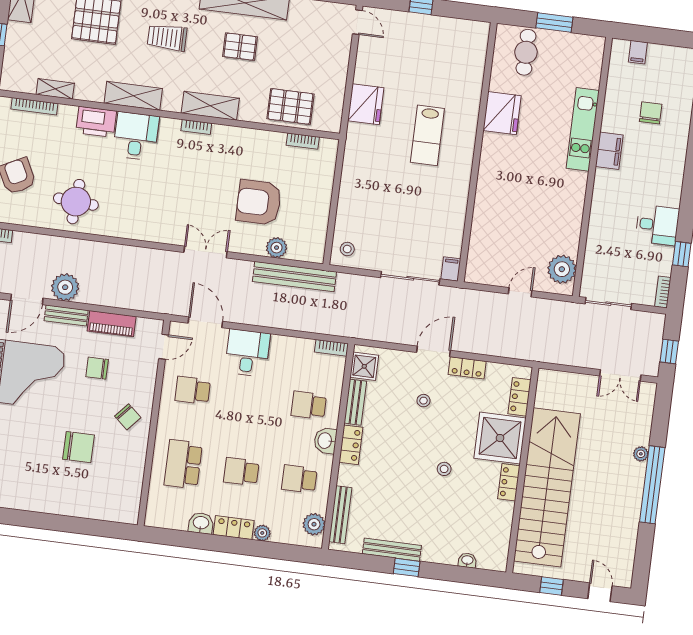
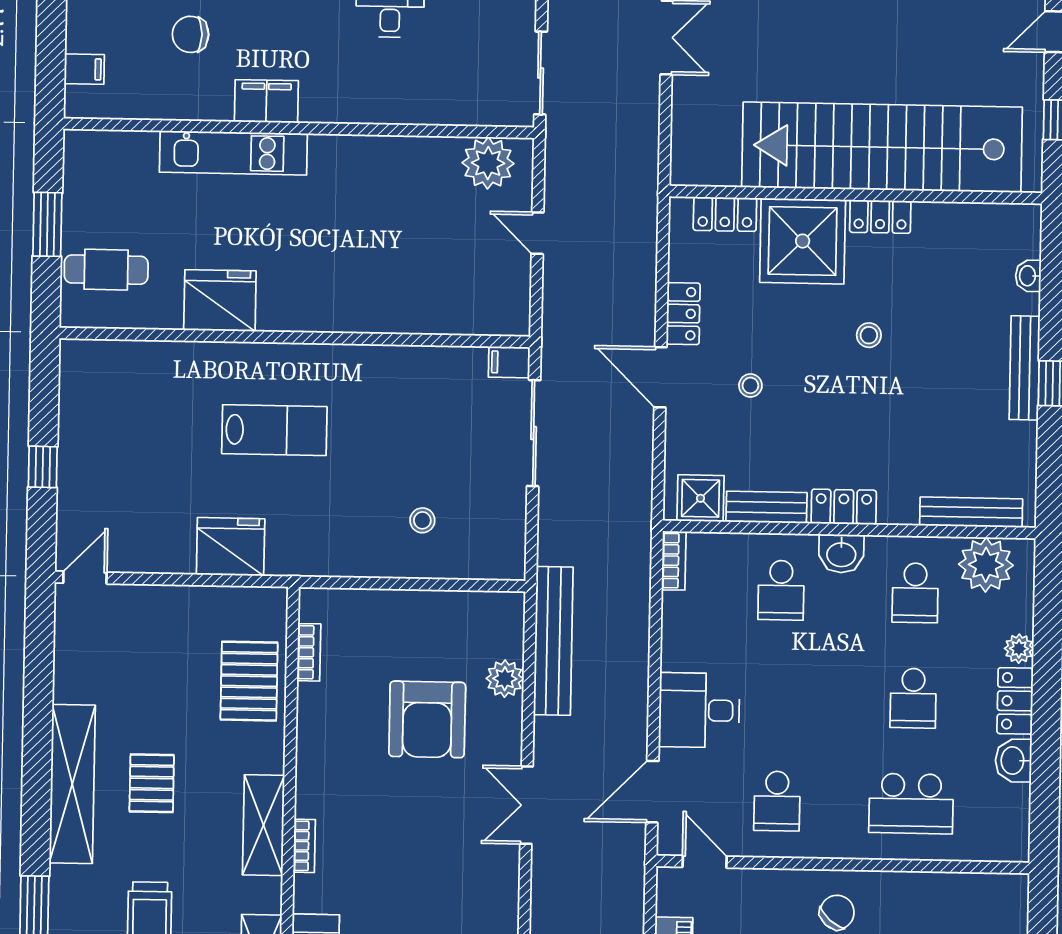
stool: (347, 249) -> (422, 520), moved
plant: (314, 524) -> (986, 565), width x1.36, depth x1.36
bench: (392, 550) -> (1025, 368), moved

